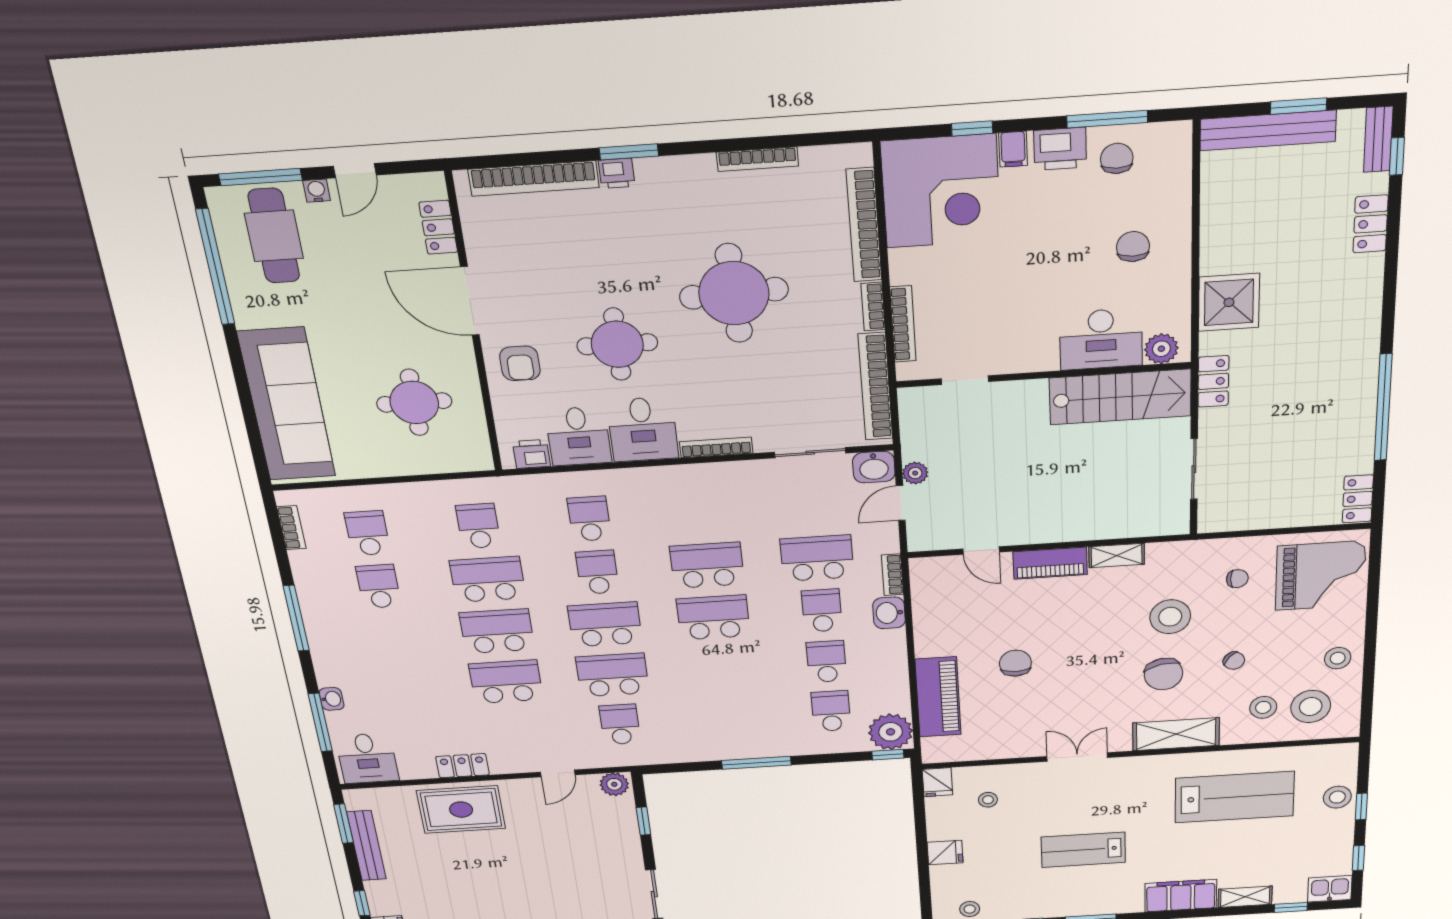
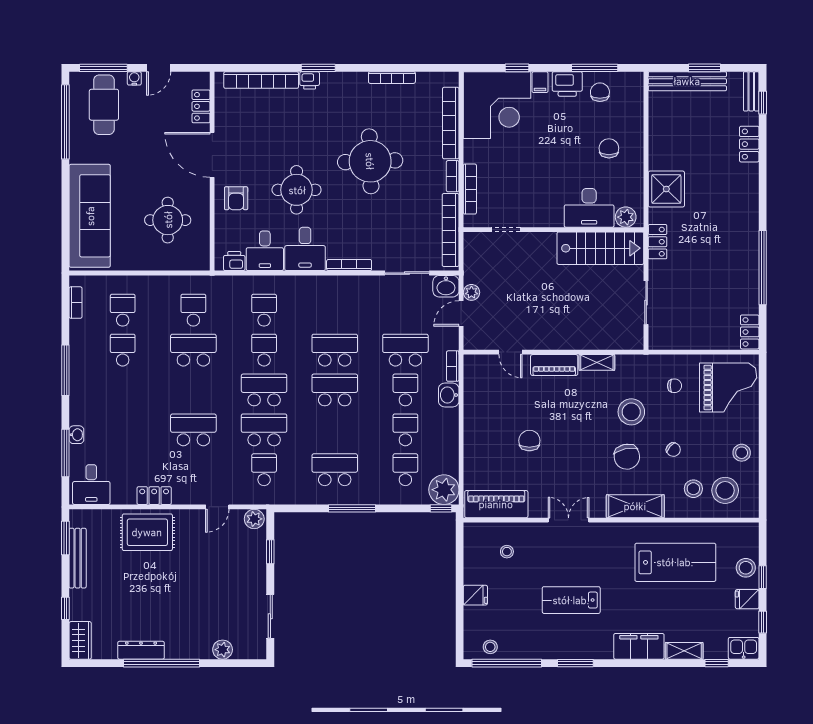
school desk: (497, 631) -> (335, 470), moved
piano: (938, 697) -> (496, 504), moved, turned -90
fridge: (937, 782) -> (747, 599), moved, turned 90

